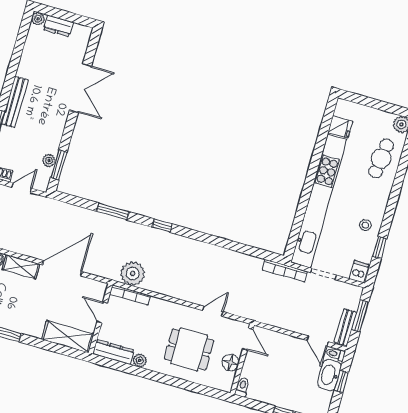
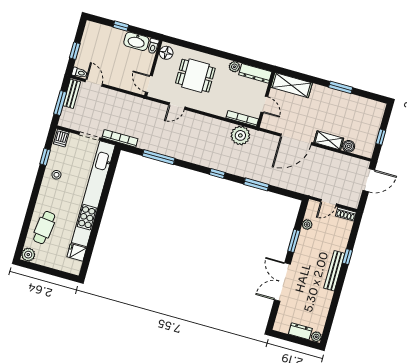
window: (59, 165) -> (294, 241), moved
window: (236, 247) -> (159, 157), added
floor lamp: (230, 362) -> (166, 53), moved
washbasin: (329, 375) -> (136, 41), moved, turned 90

